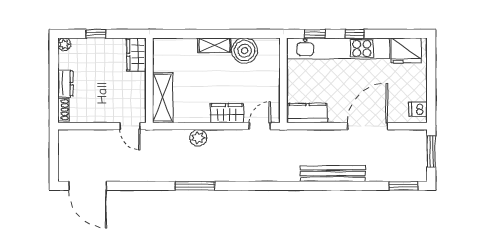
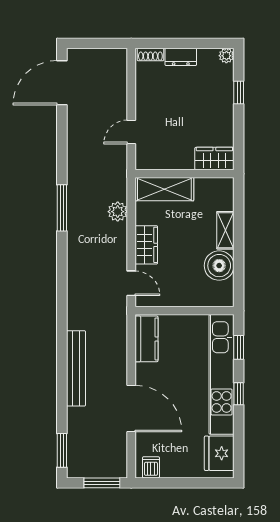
wardrobe: (136, 55) -> (214, 159), moved
wall: (149, 80) -> (184, 174), moved
shelving: (163, 98) -> (164, 189), moved

